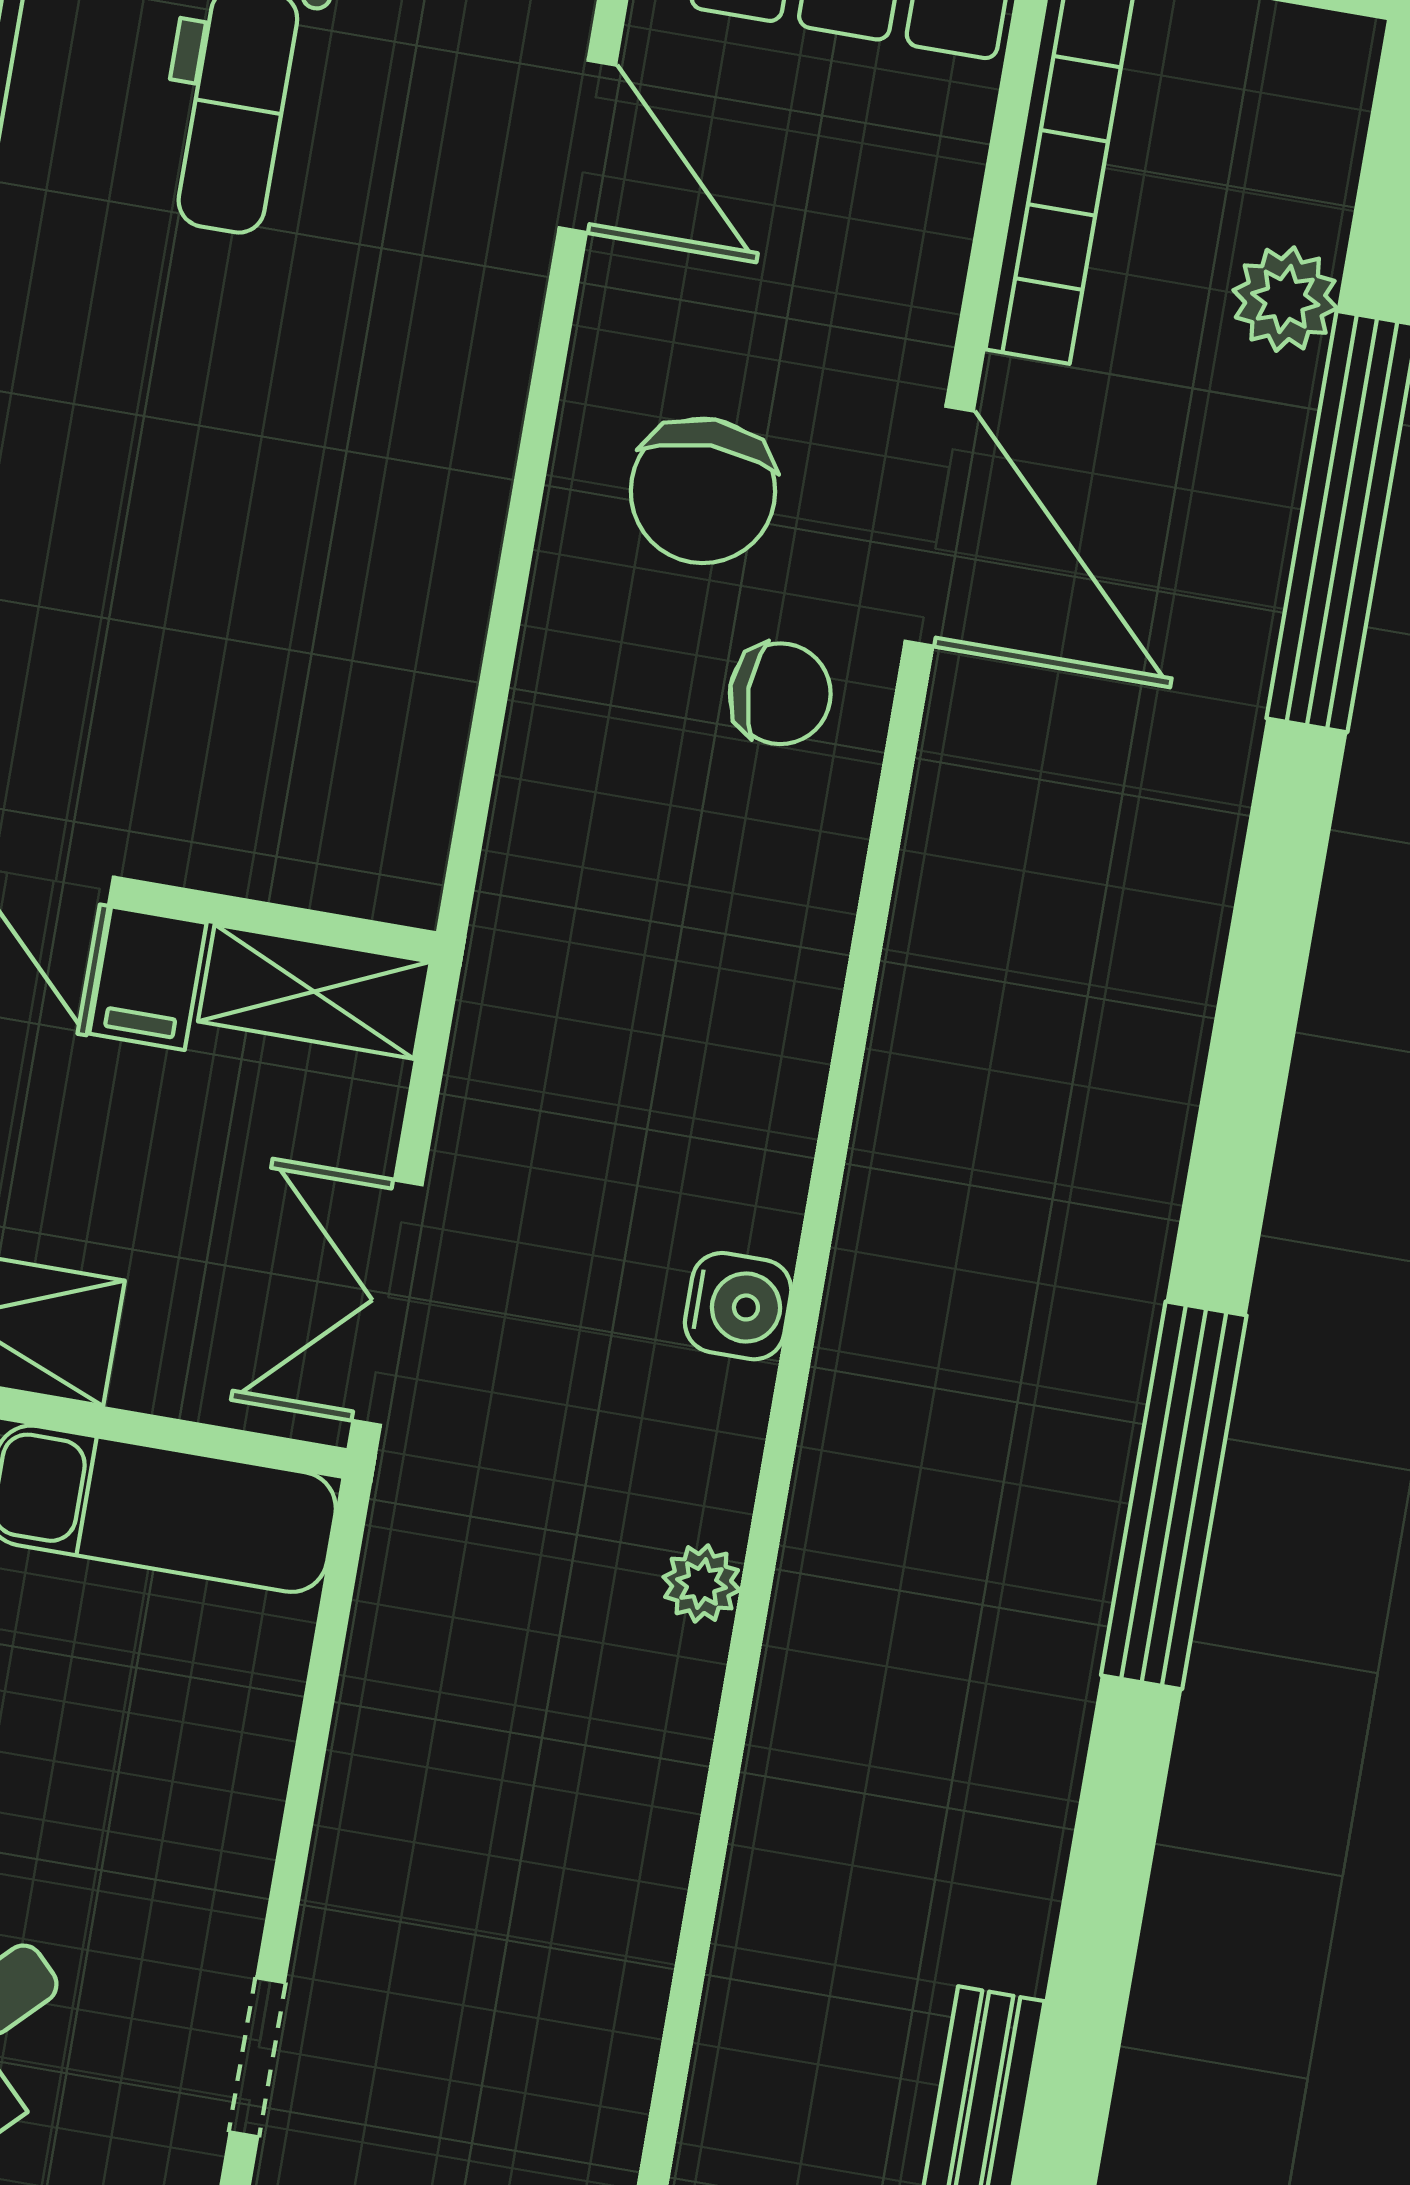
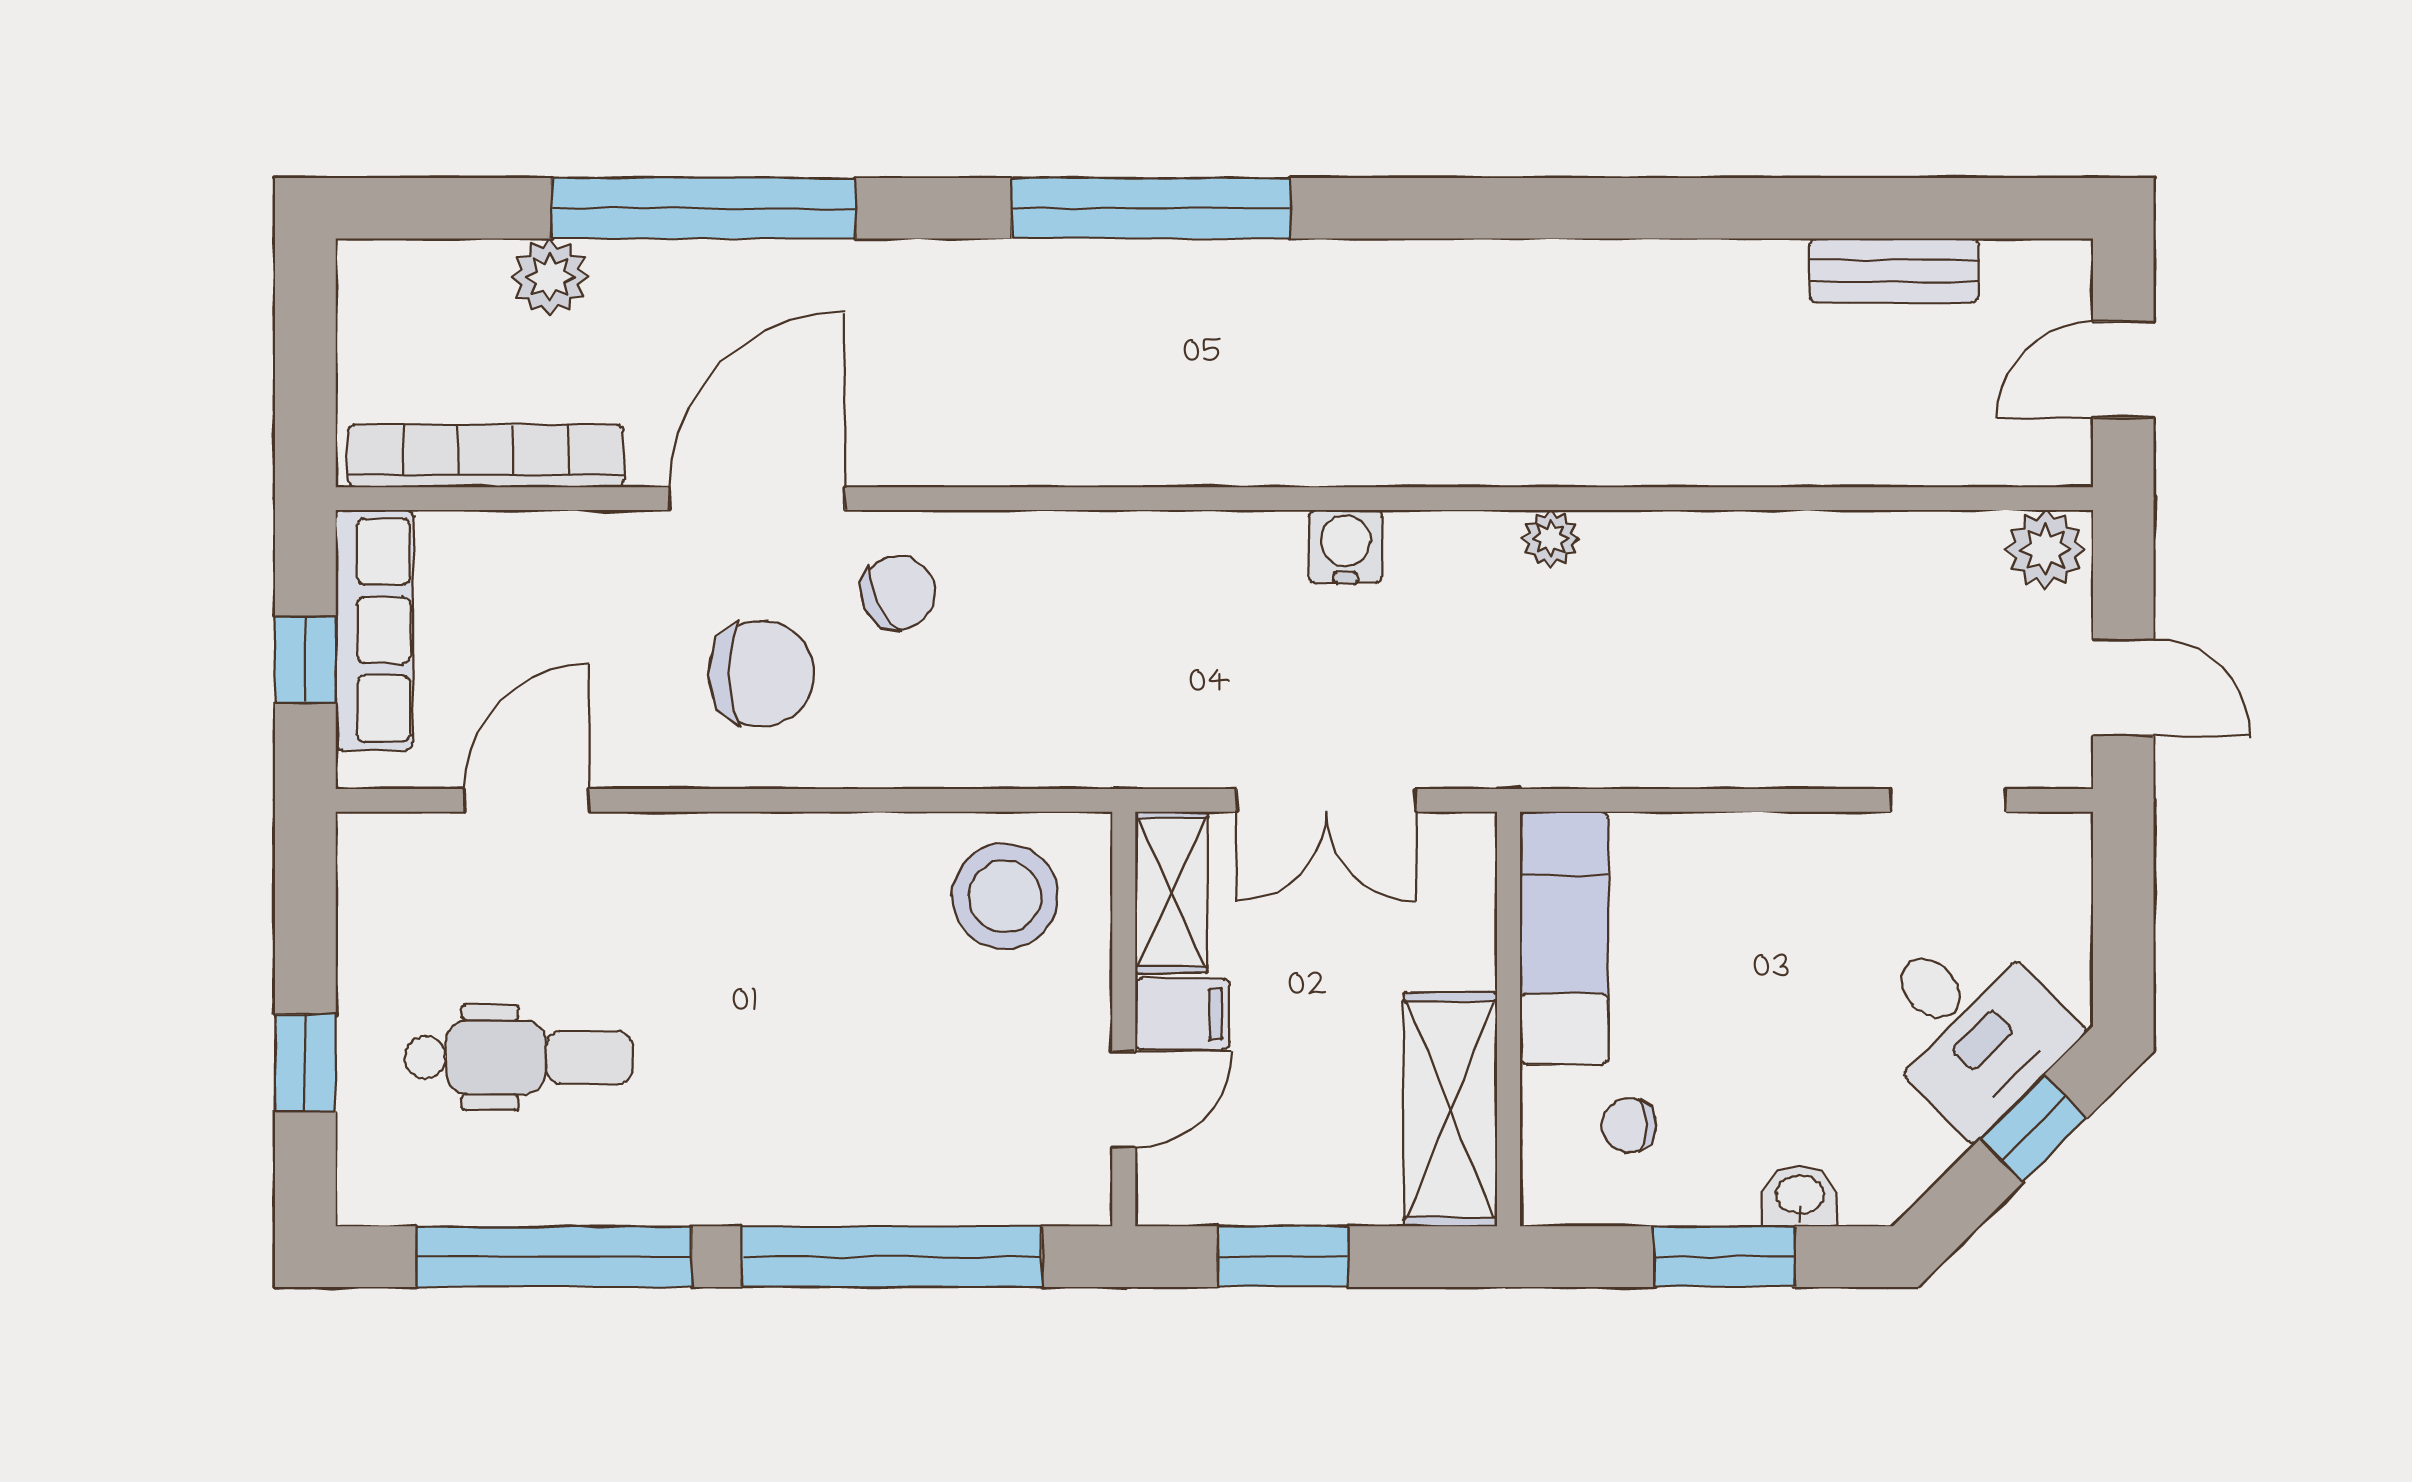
chair: (780, 694) -> (898, 593), turned 65
stool: (347, 767) -> (1005, 896), added
double door: (388, 1303) -> (1326, 800), moved
window: (1174, 1495) -> (1151, 208), moved

